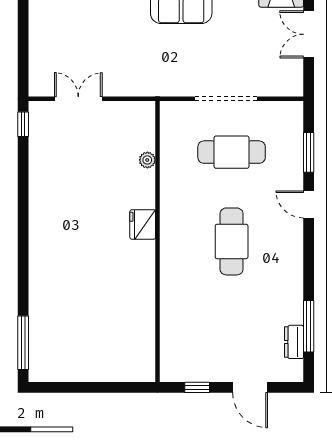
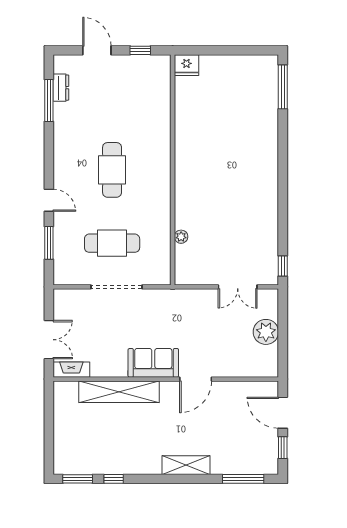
plant: (44, 44) -> (266, 332), added
fridge: (143, 224) -> (186, 65), moved, turned 90

